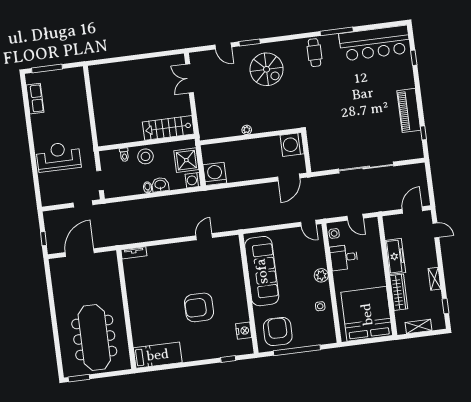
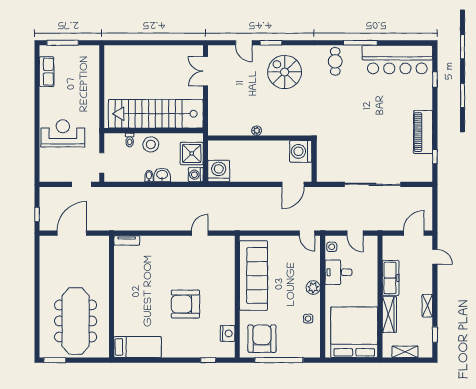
spiral stairs: (267, 69) -> (285, 72), turned 180
stairs: (168, 128) -> (156, 114), width x1.86, depth x1.51

